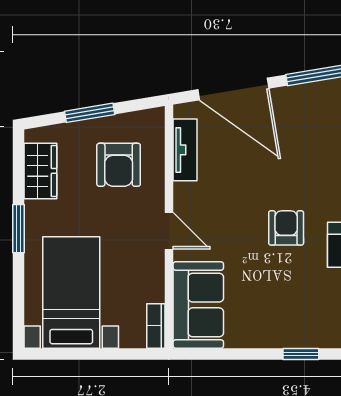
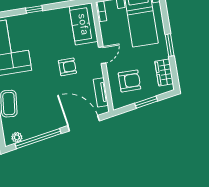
armchair: (119, 165) -> (129, 81), turned 90
armchair: (286, 228) -> (67, 67), moved, turned -91
door: (169, 231) -> (102, 55), swing flipped

